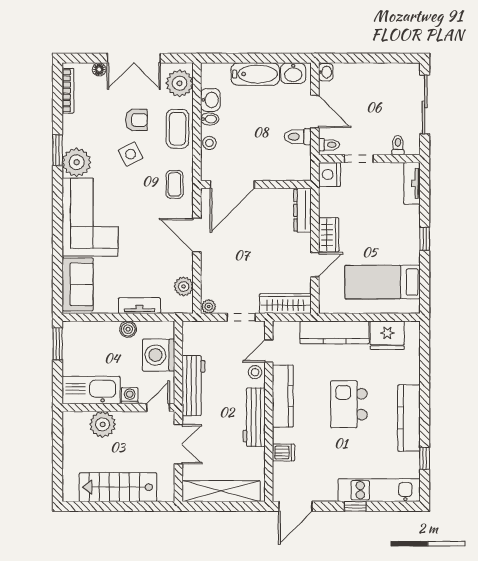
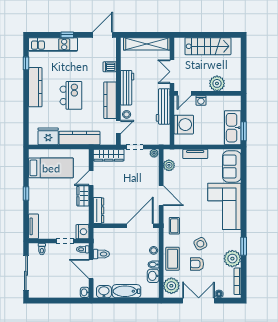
plant: (77, 162) -> (232, 259), moved
boiler: (128, 329) -> (202, 140), removed
kitchen sink: (91, 390) -> (233, 128), moved, turned 90

